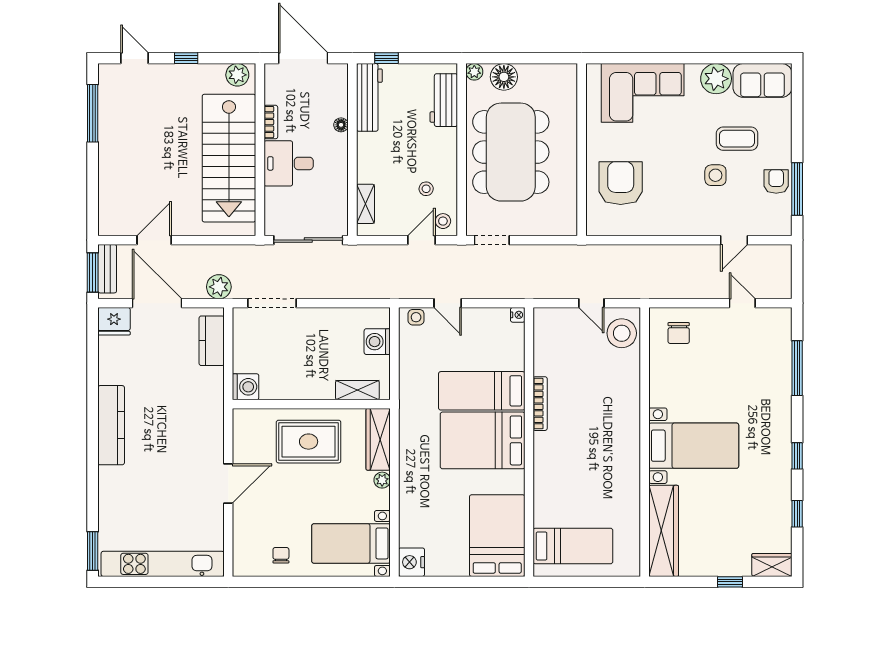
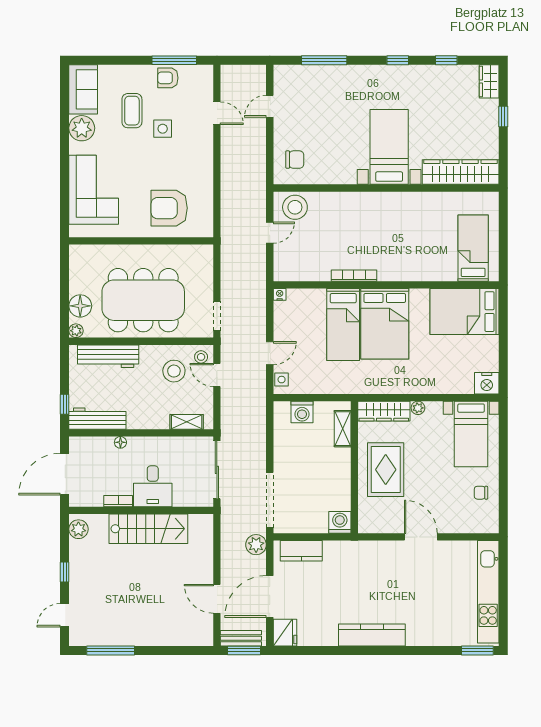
workbench: (444, 100) -> (108, 356), width x1.38
stairs: (229, 158) -> (148, 529), width x0.73, depth x0.66
stool: (426, 189) -> (174, 371), width x1.89, depth x1.89
doorway: (272, 303) -> (270, 500), width x1.36

